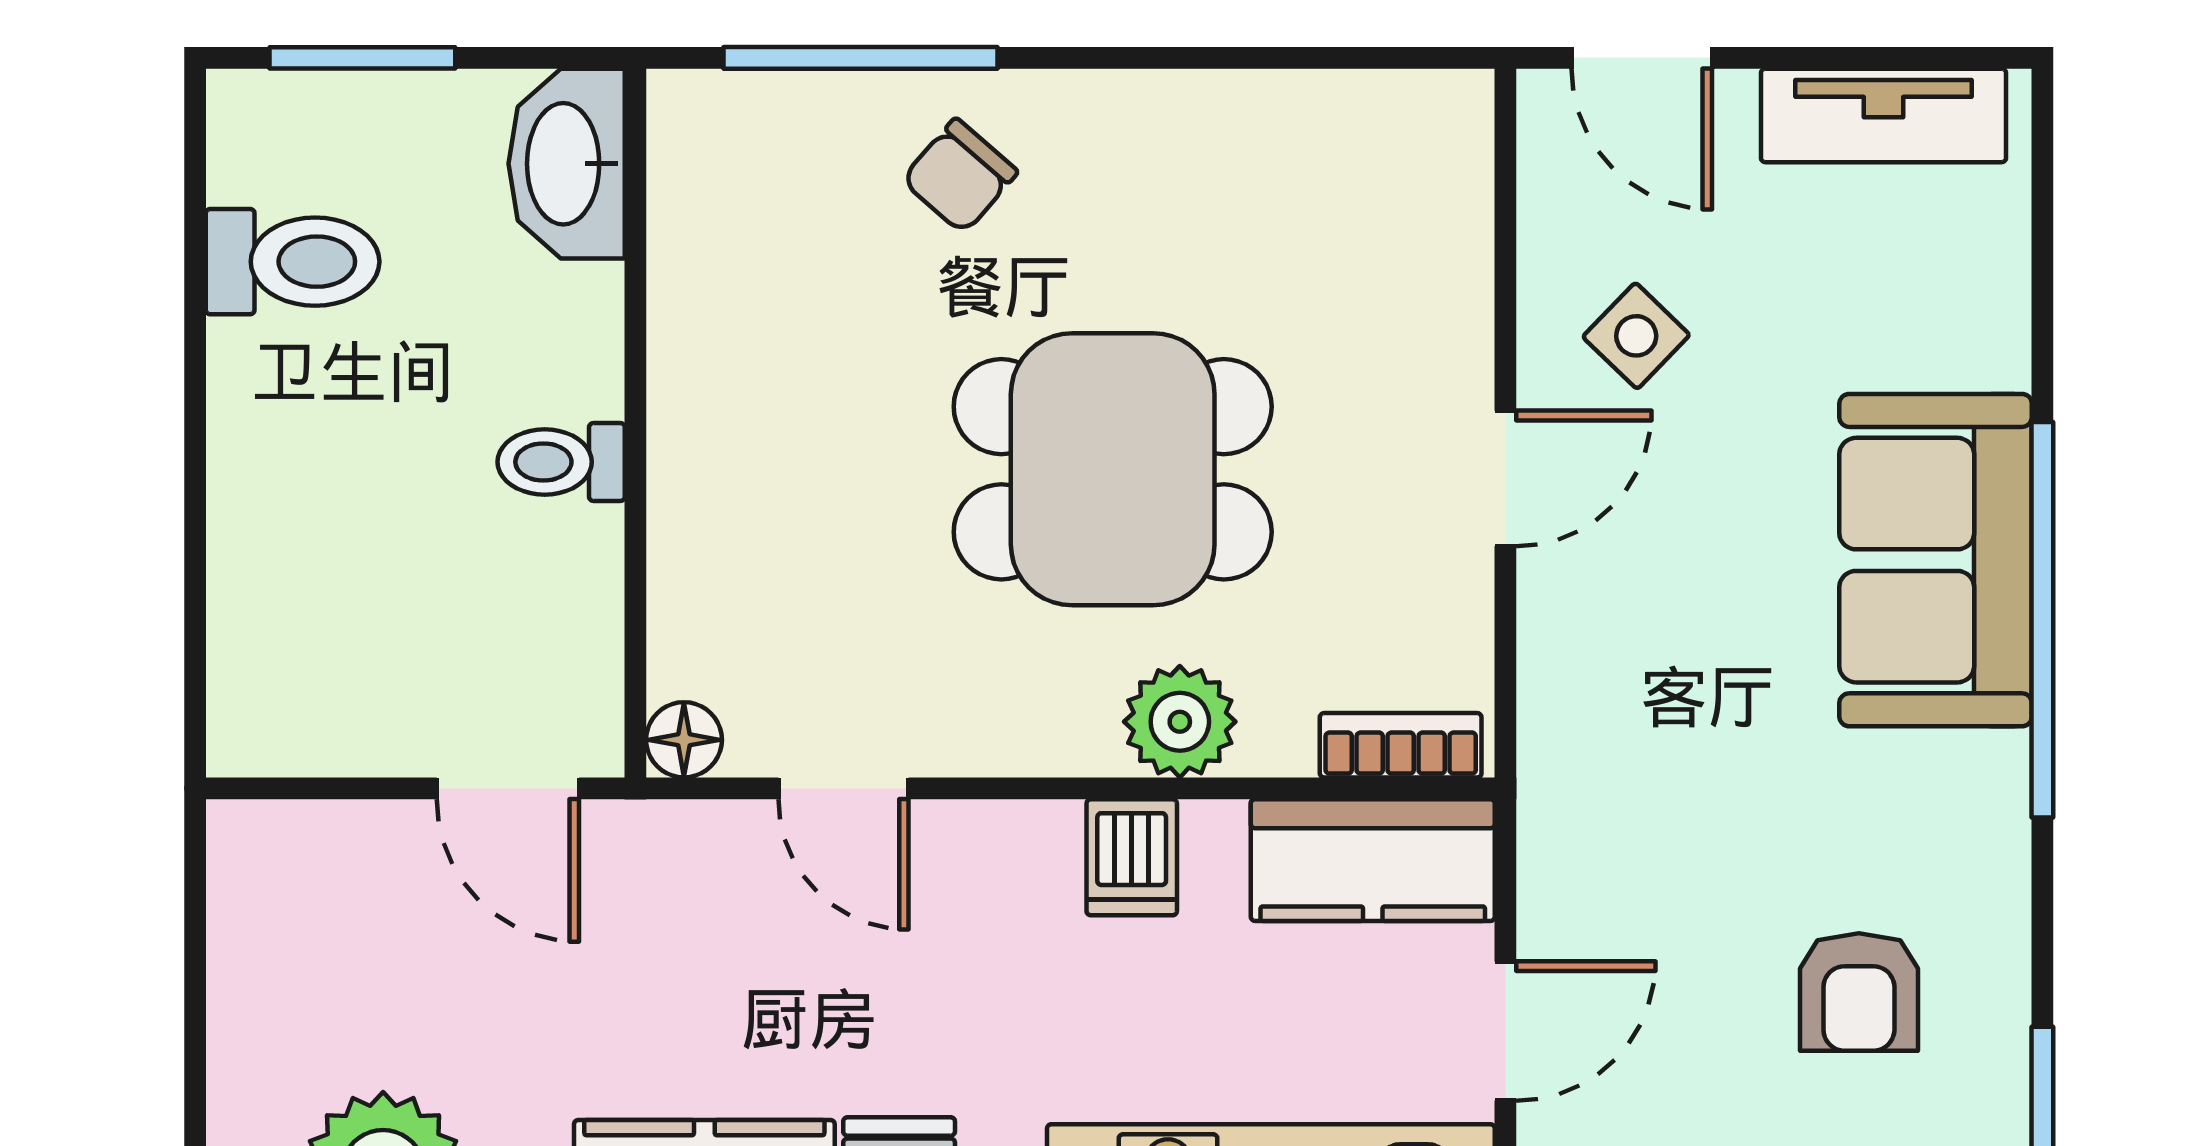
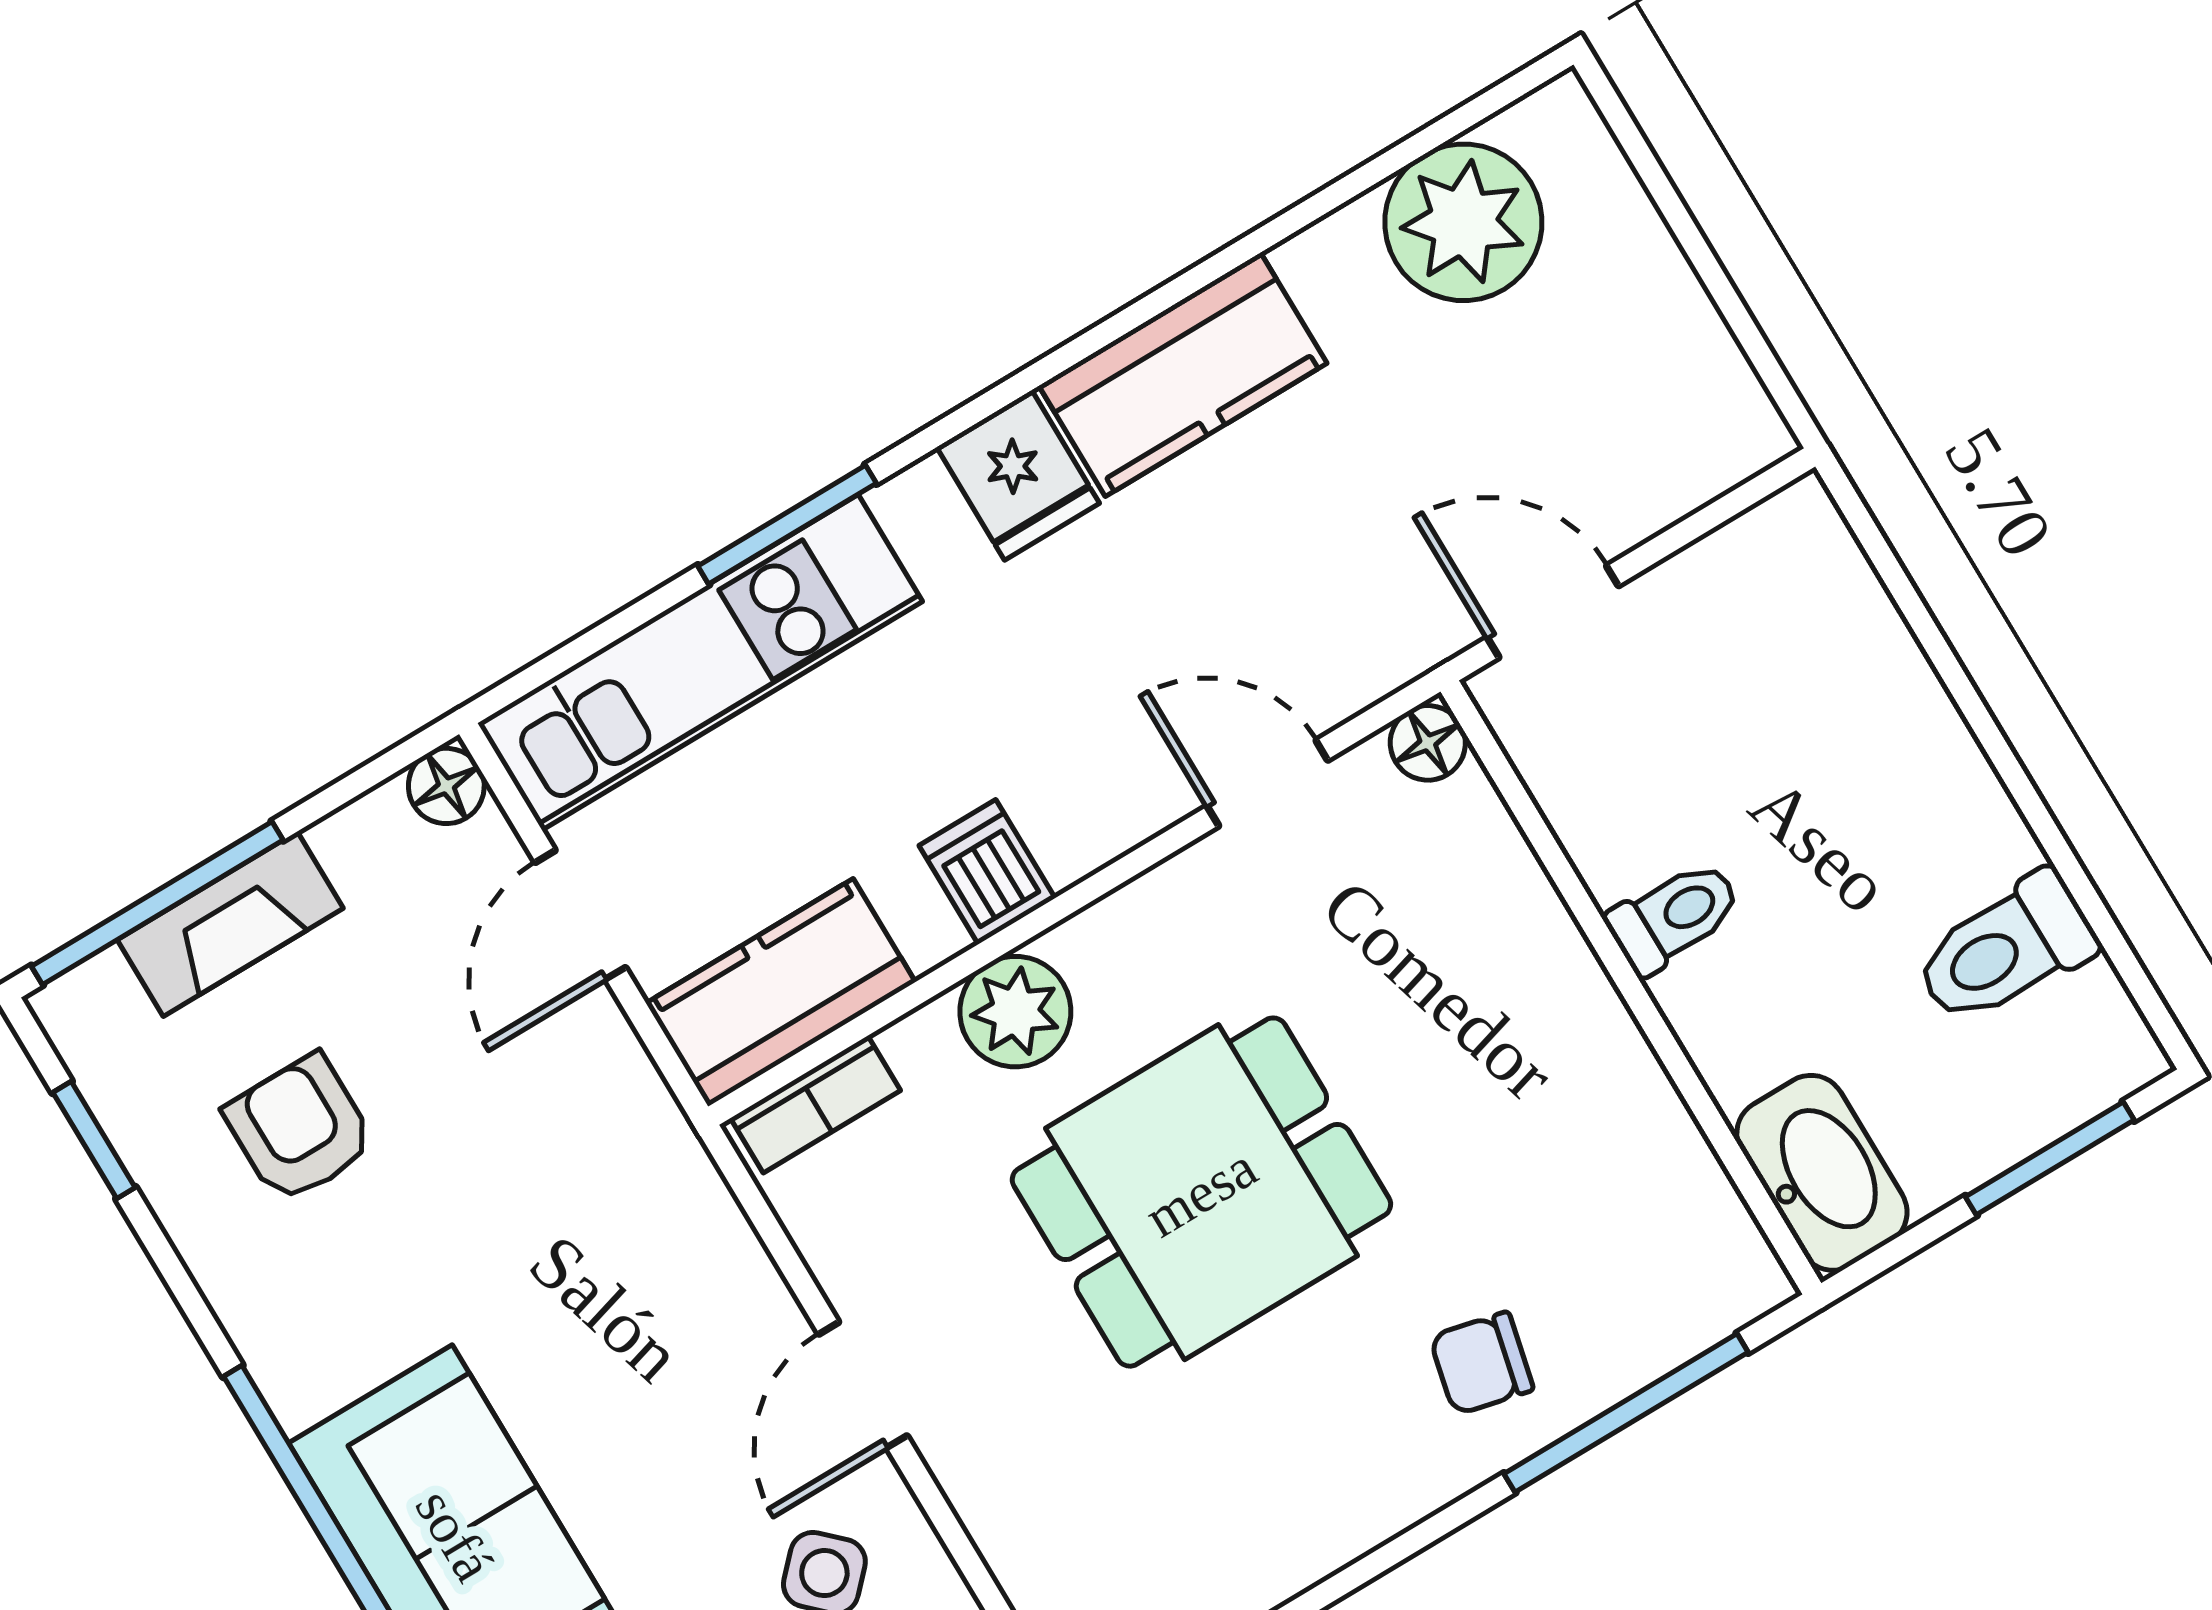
chair: (960, 176) -> (1482, 1363), turned -118

